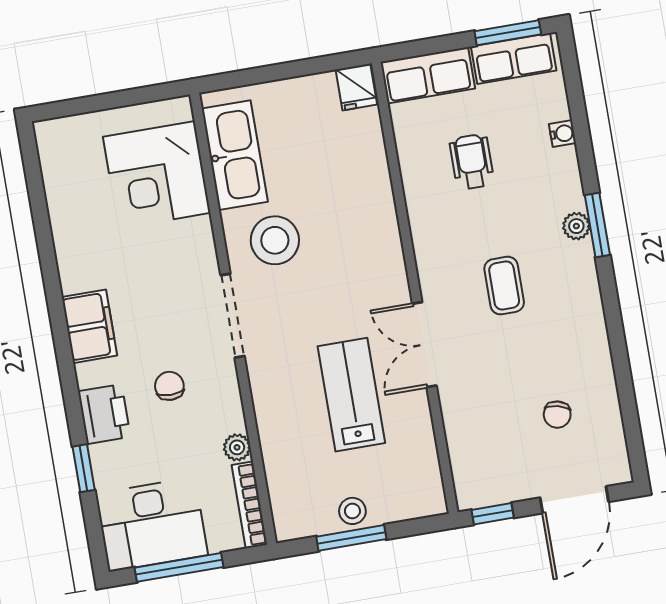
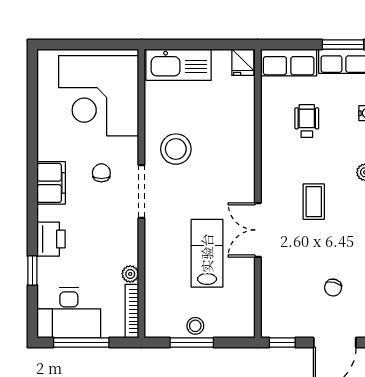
kitchen sink: (235, 155) -> (179, 65), moved, turned 90
corner desk: (157, 175) -> (99, 96), width x1.36, depth x1.36
chair: (169, 386) -> (101, 173), moved

